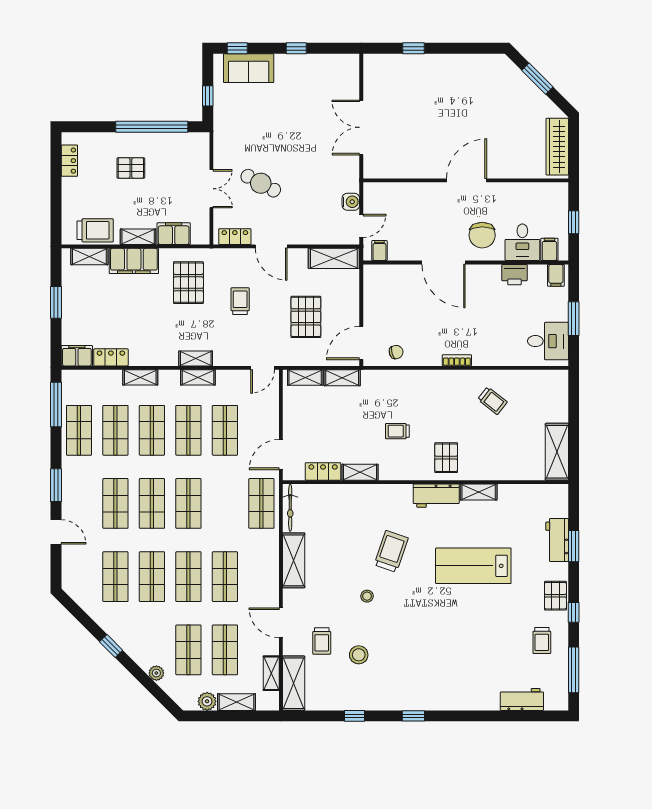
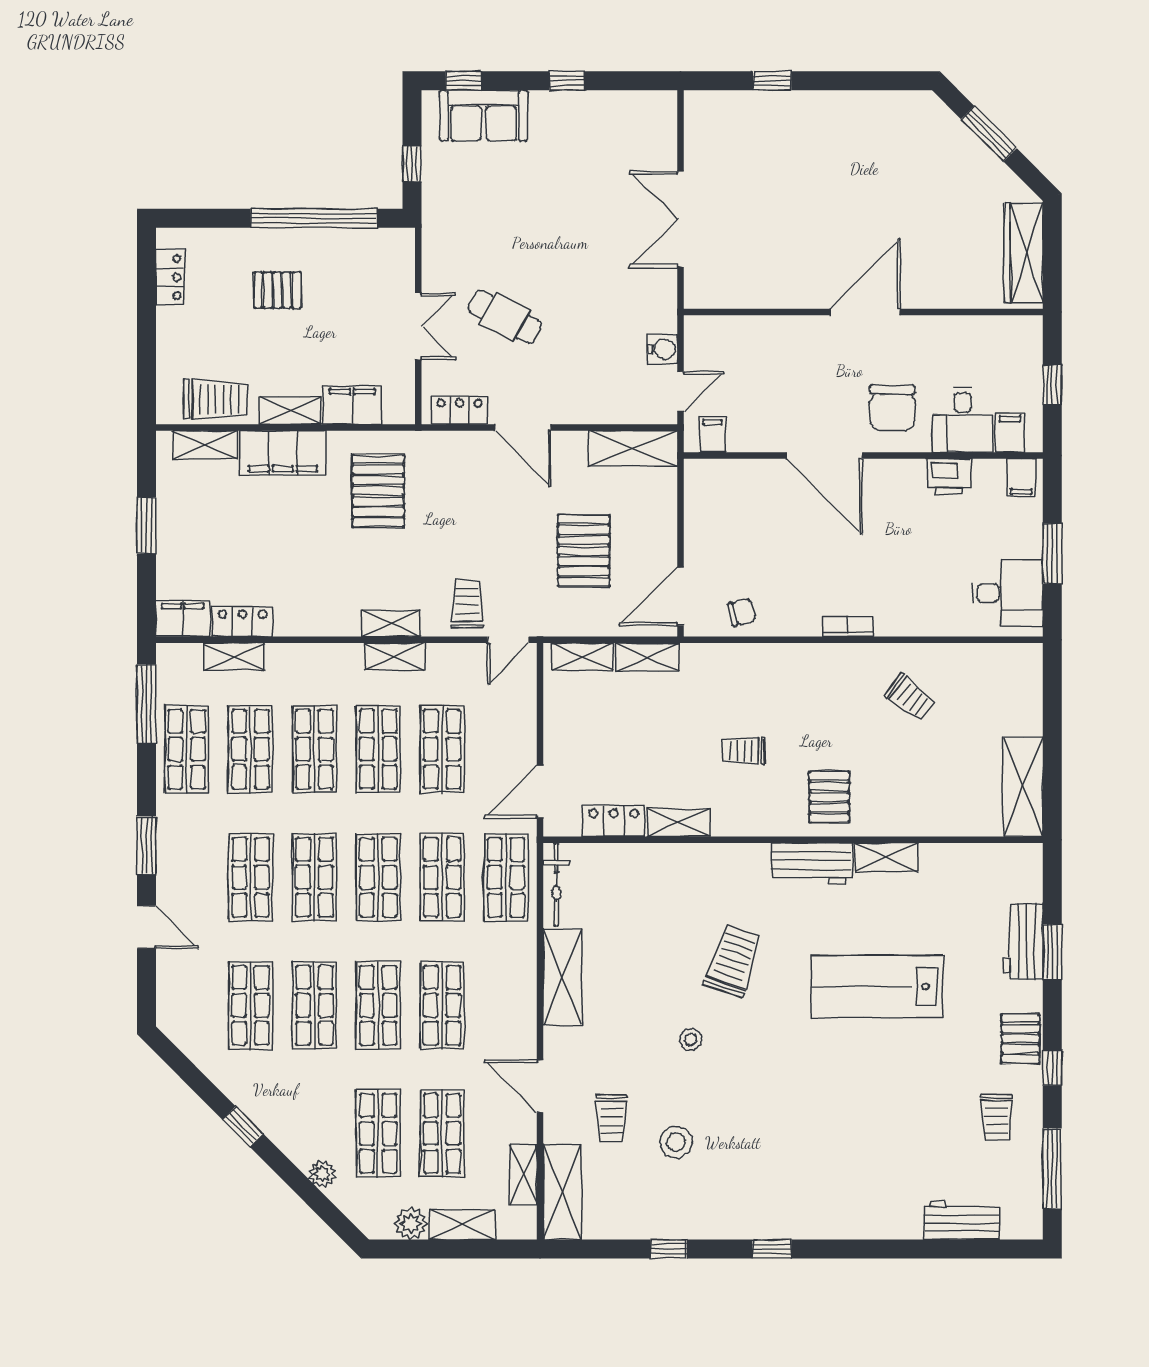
trolley: (240, 301) -> (467, 604), moved
shelving: (140, 377) -> (234, 657), moved
shop shelf: (225, 503) -> (442, 877), added

